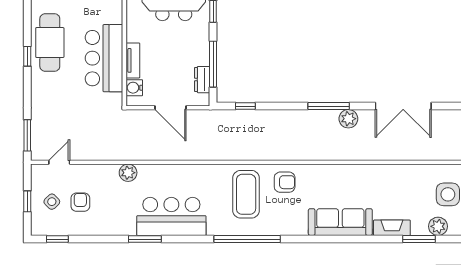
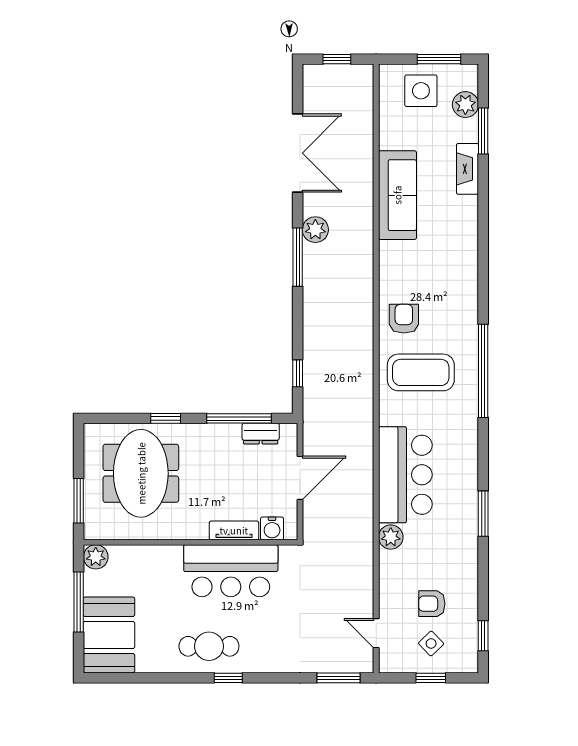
cafe table: (50, 43) -> (209, 646), width x0.73, depth x0.74
bar counter: (171, 216) -> (405, 475), moved, turned 180
sofa: (340, 222) -> (397, 195), moved, turned 180

